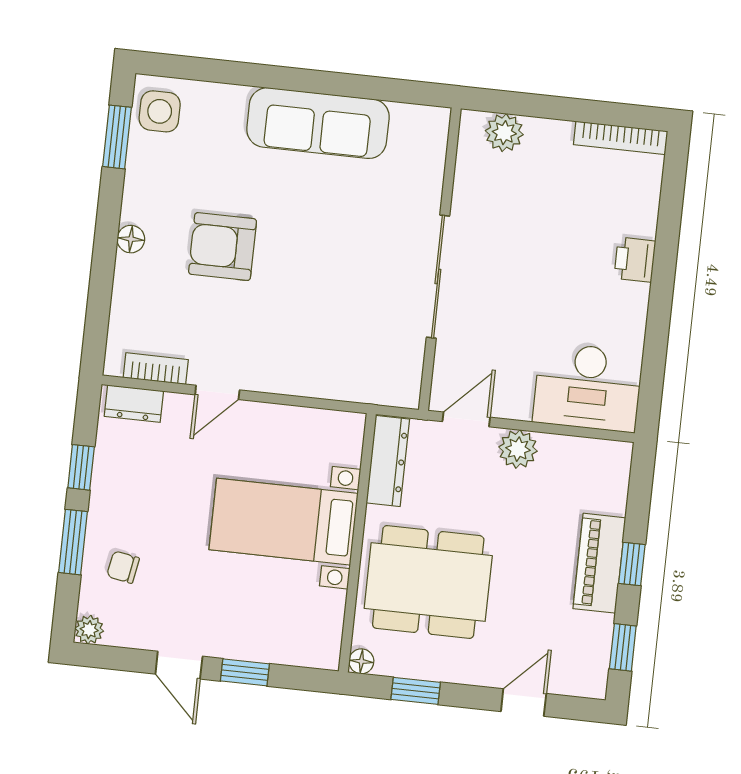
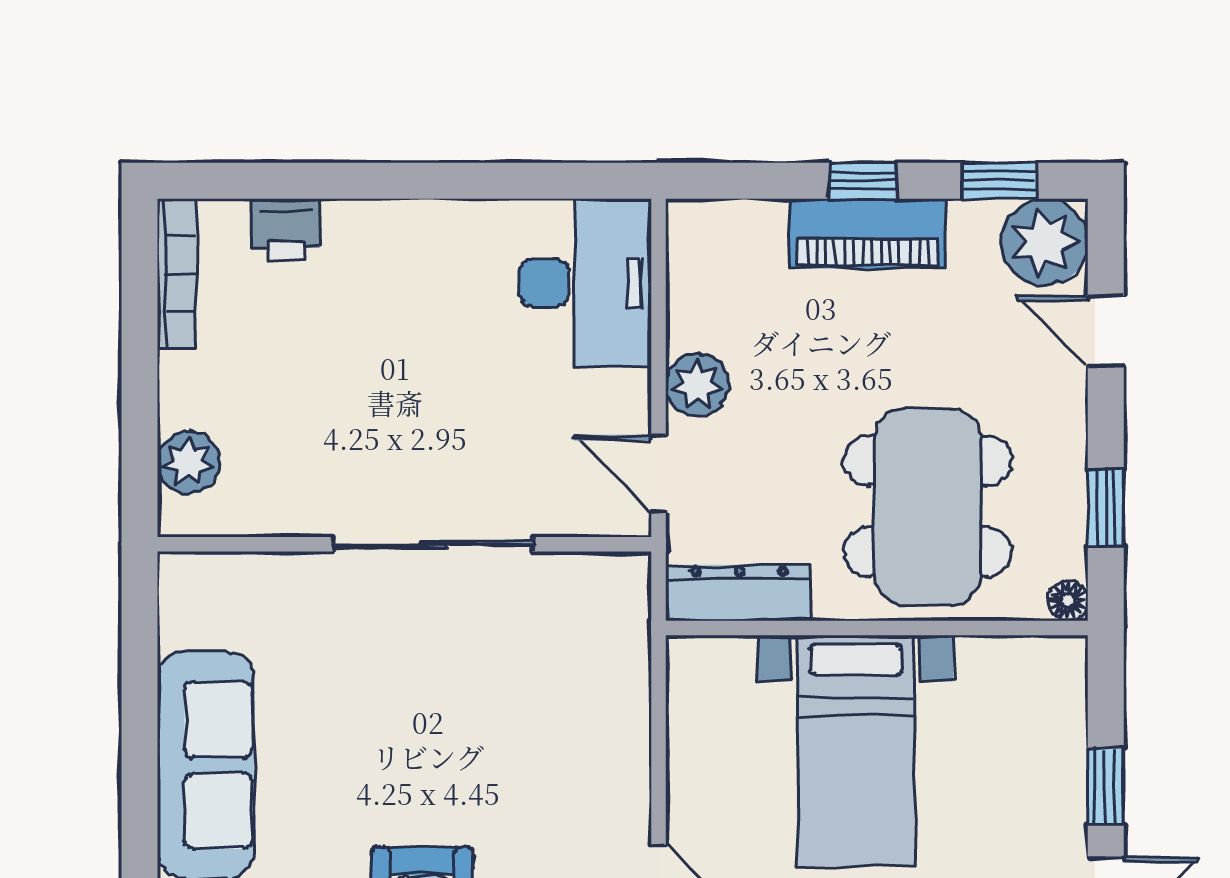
printer: (635, 260) -> (286, 229), moved
plant: (582, 671) -> (1044, 242), added

